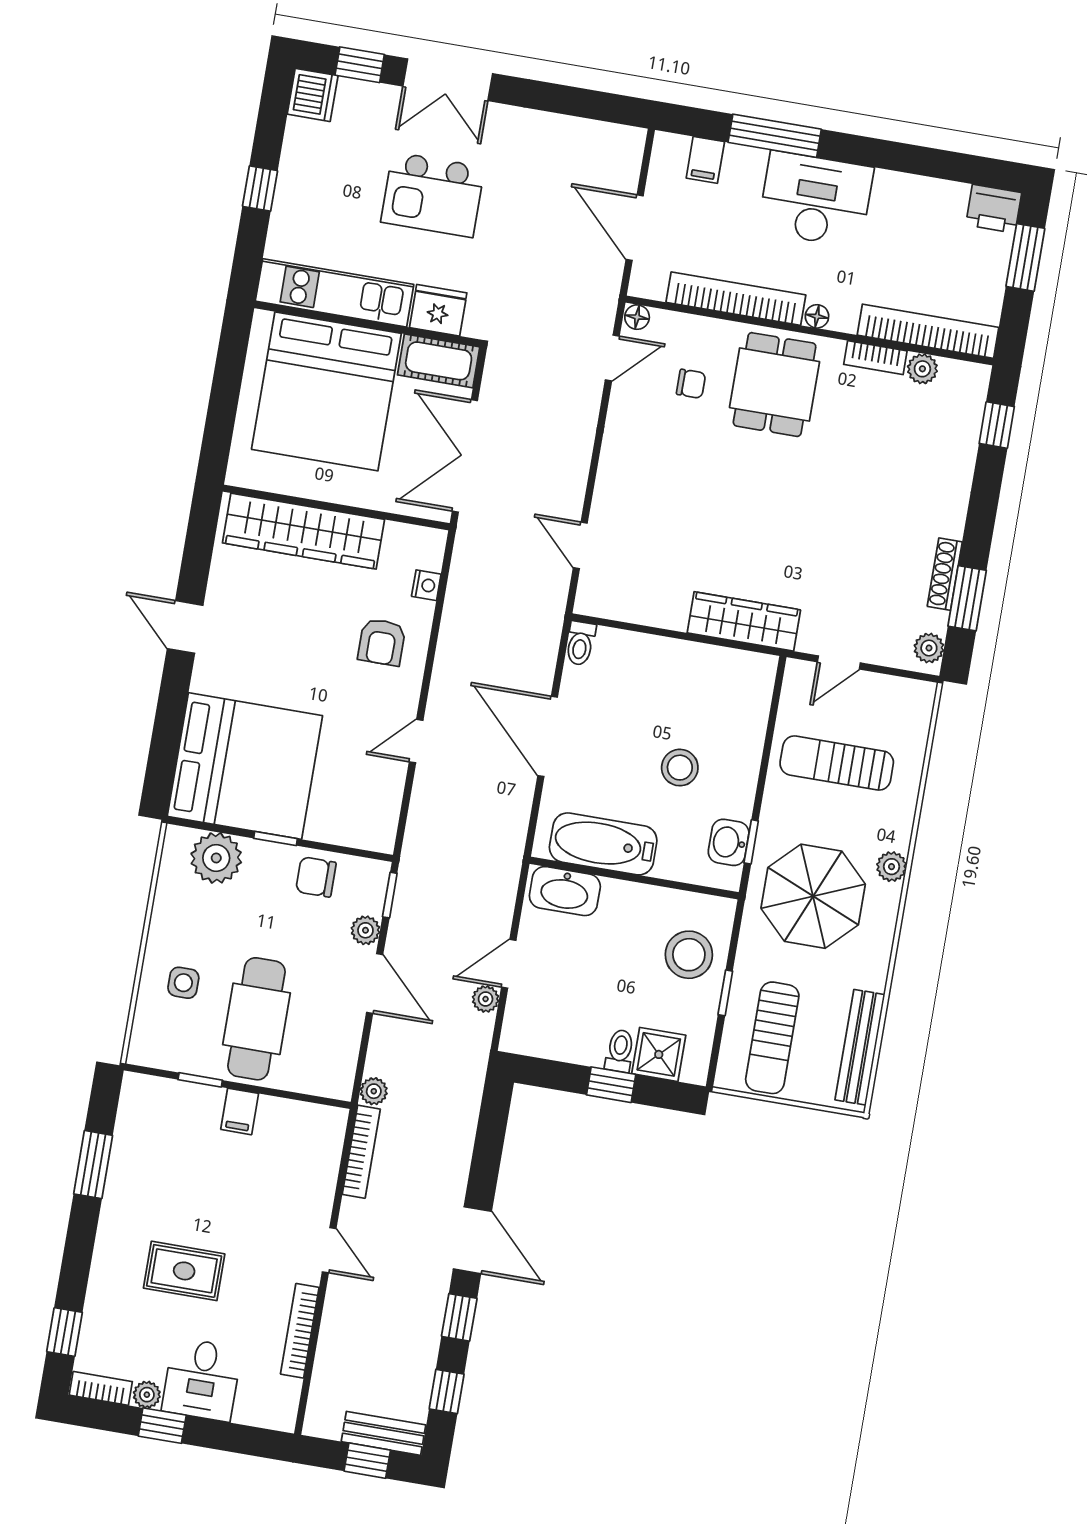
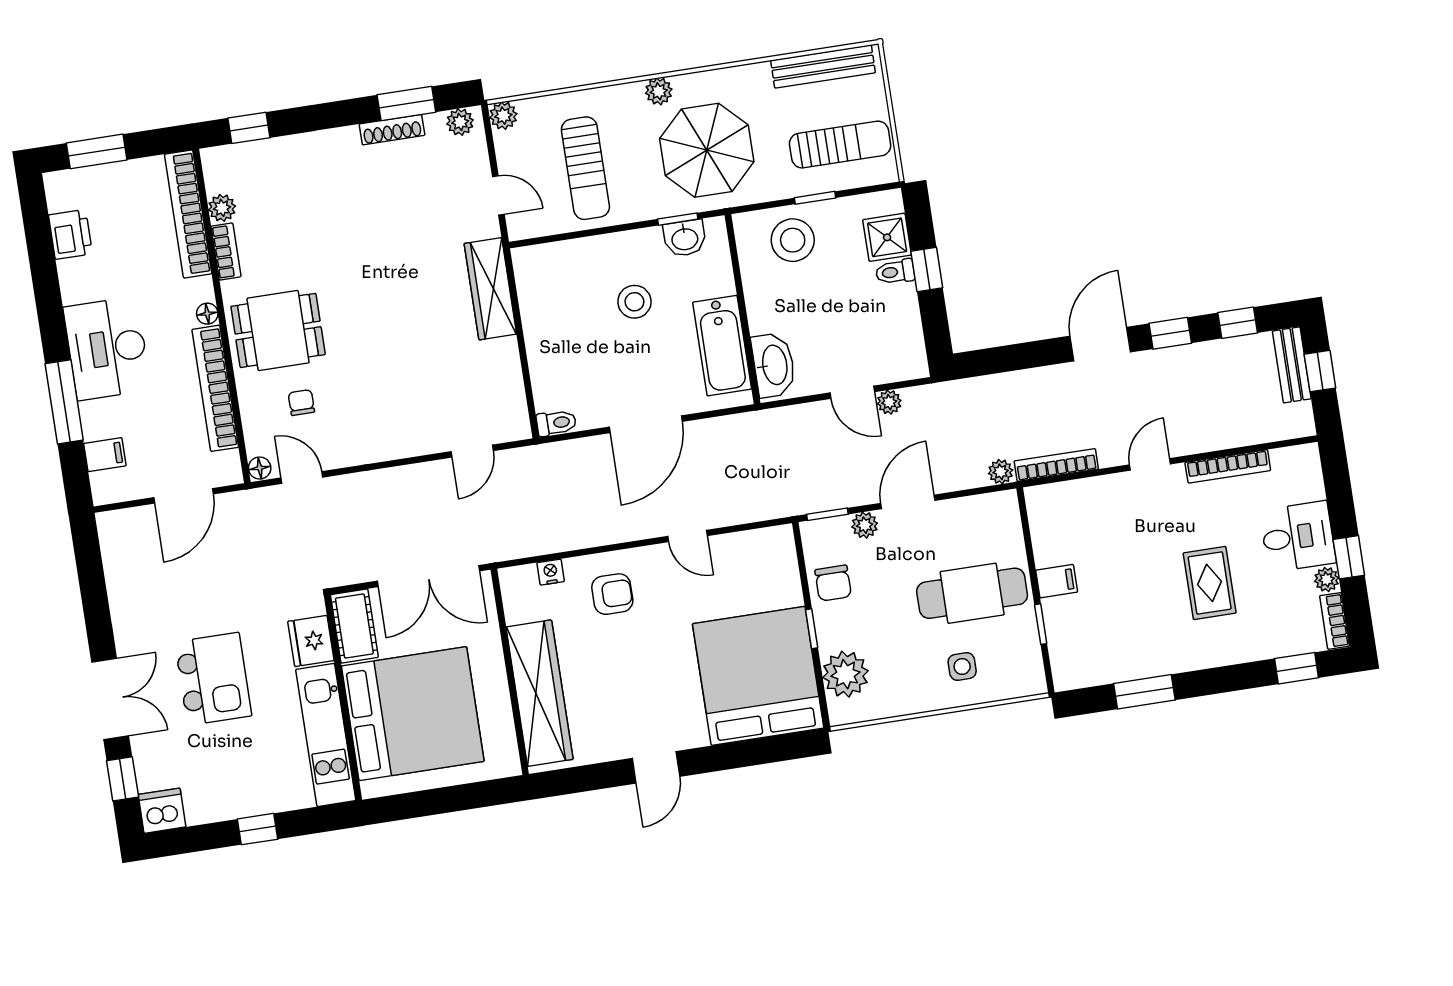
printer: (994, 209) -> (70, 234), moved
plant: (920, 696) -> (503, 116), added

